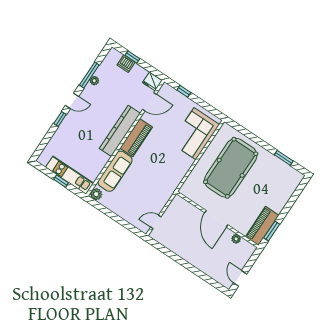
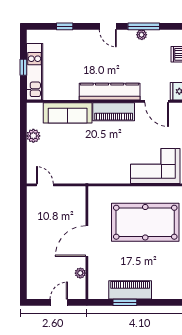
window: (60, 119) -> (65, 26), moved
plant: (96, 194) -> (33, 136), moved
piano: (262, 226) -> (130, 290), moved
window: (272, 231) -> (125, 302), moved
door: (240, 278) -> (59, 302), moved

